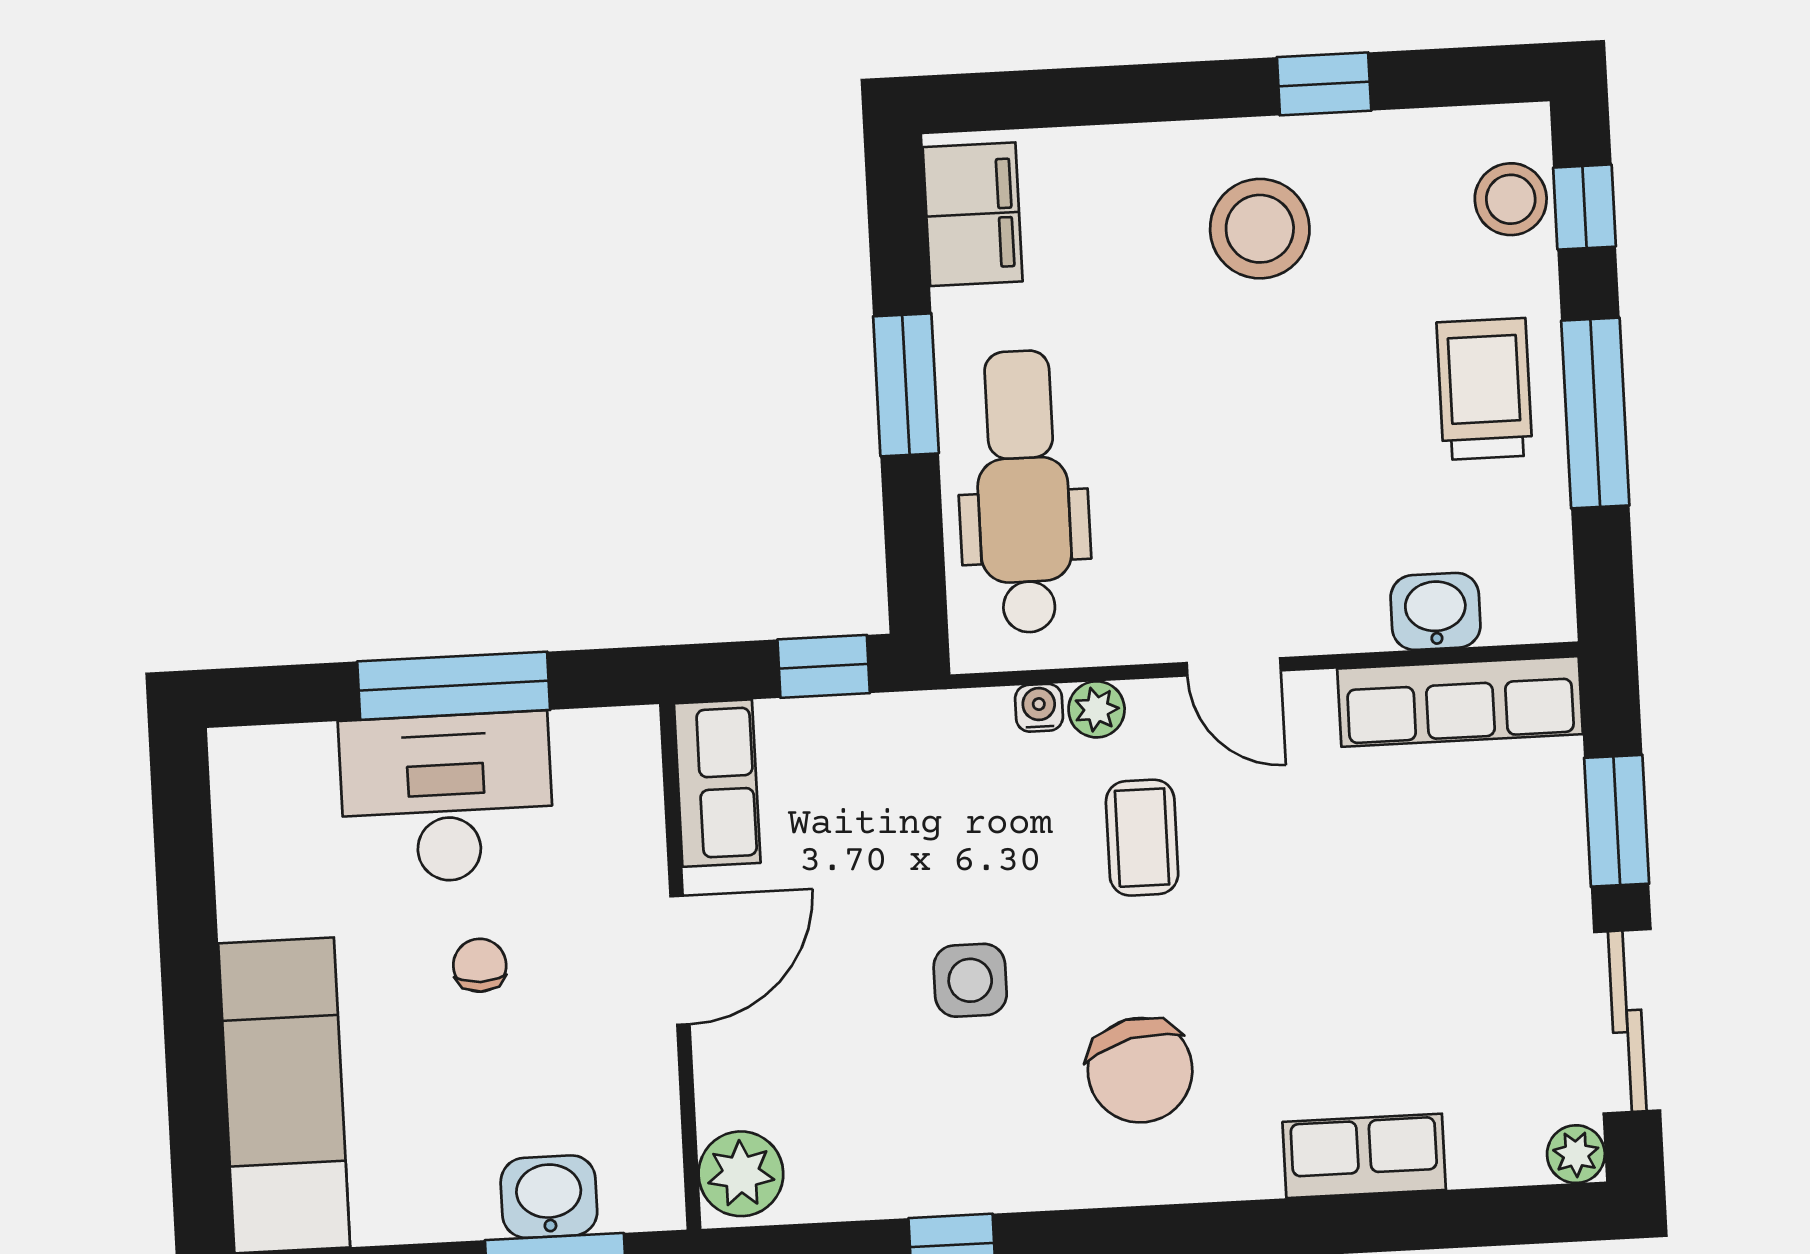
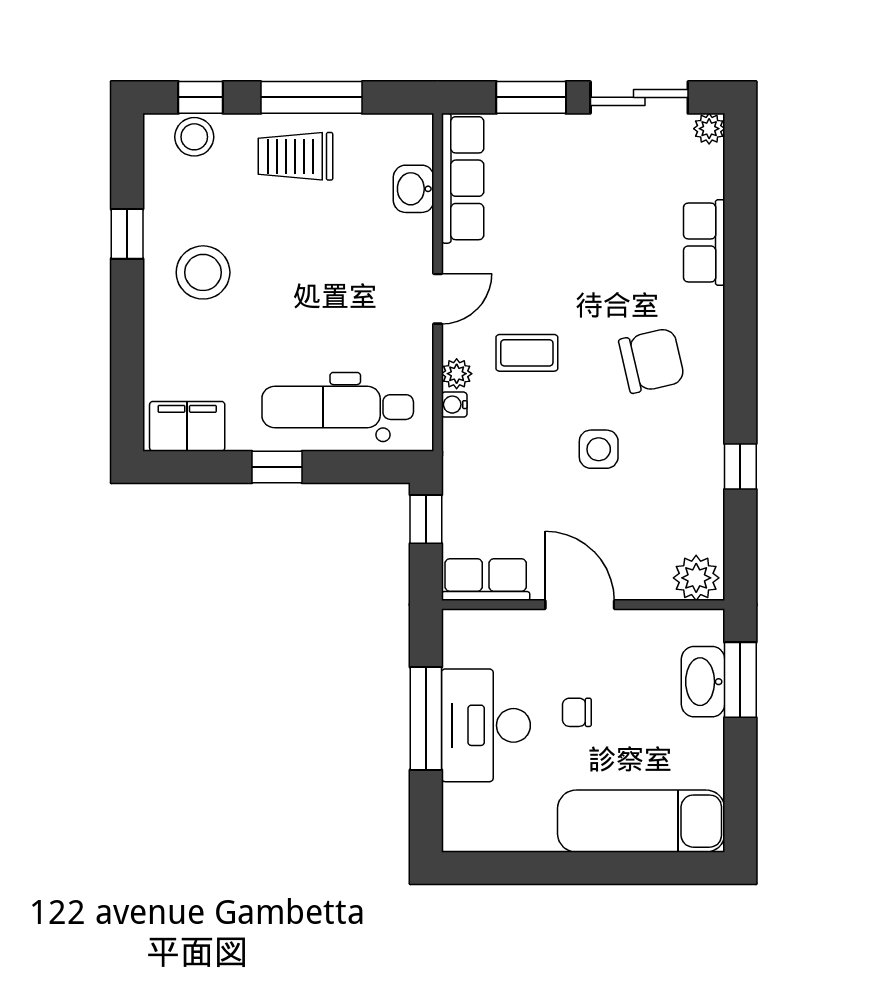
window: (906, 385) -> (277, 467), width x0.67
washbasin: (549, 1197) -> (703, 682), width x1.38

